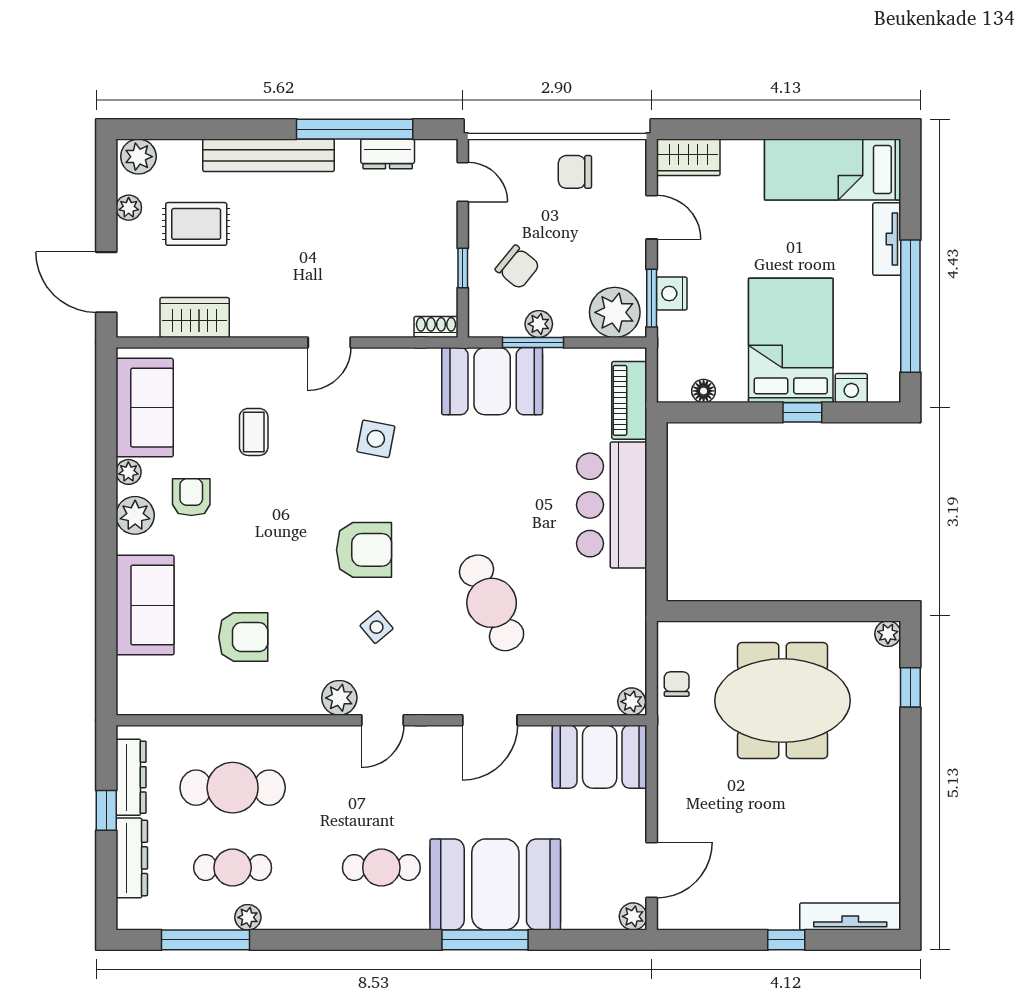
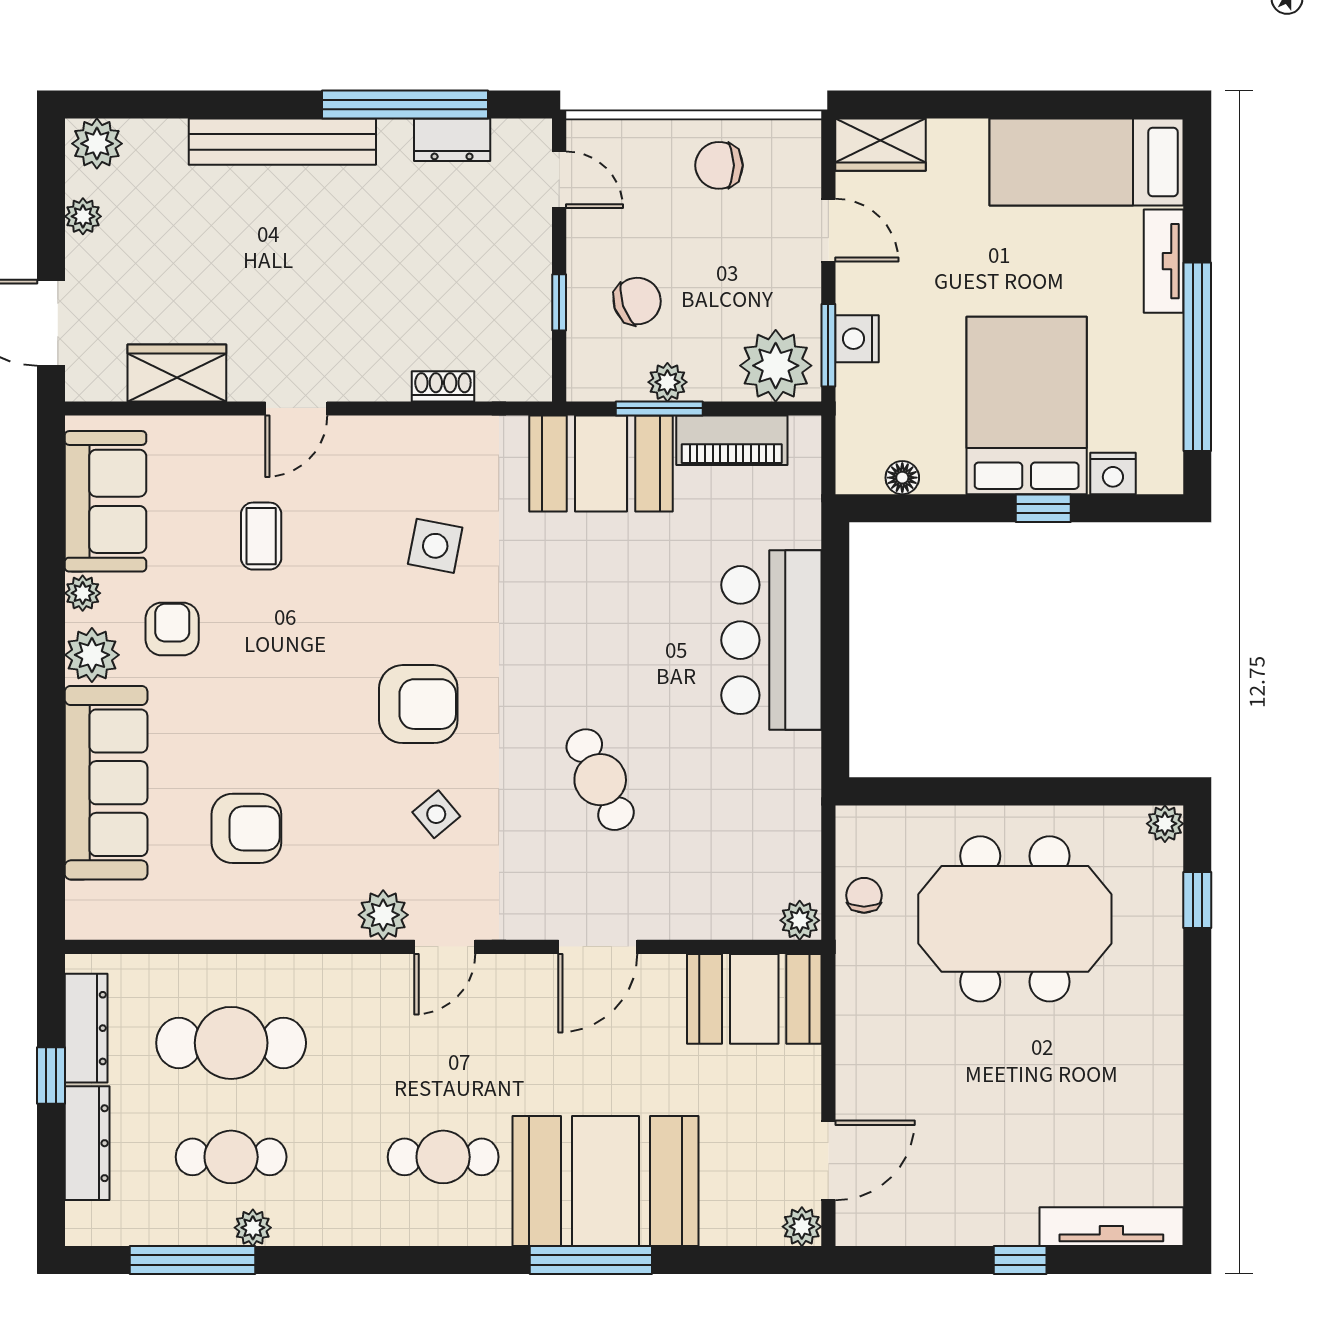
rug: (196, 224) -> (179, 240), removed
chair: (517, 267) -> (637, 301), turned -58
shoe rack: (436, 327) -> (443, 386), moved
door: (329, 342) -> (296, 408), moved
piano: (629, 400) -> (732, 440), moved, turned -90
cafe table: (492, 603) -> (600, 780), width x0.73, depth x0.74
sofa: (145, 605) -> (106, 783), width x1.36

